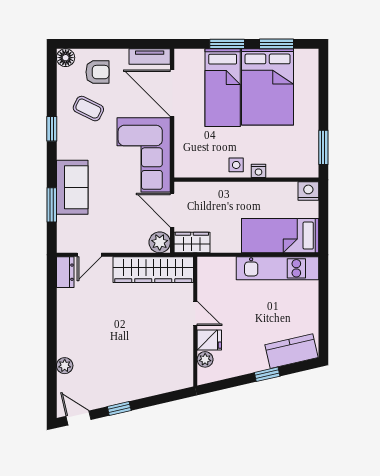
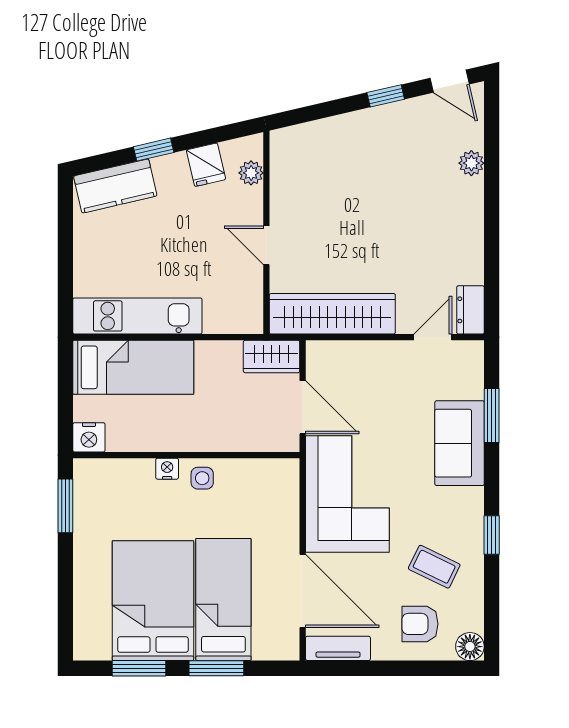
plant: (160, 242) -> (322, 357), removed
fridge: (209, 340) -> (206, 165), moved, turned -103

